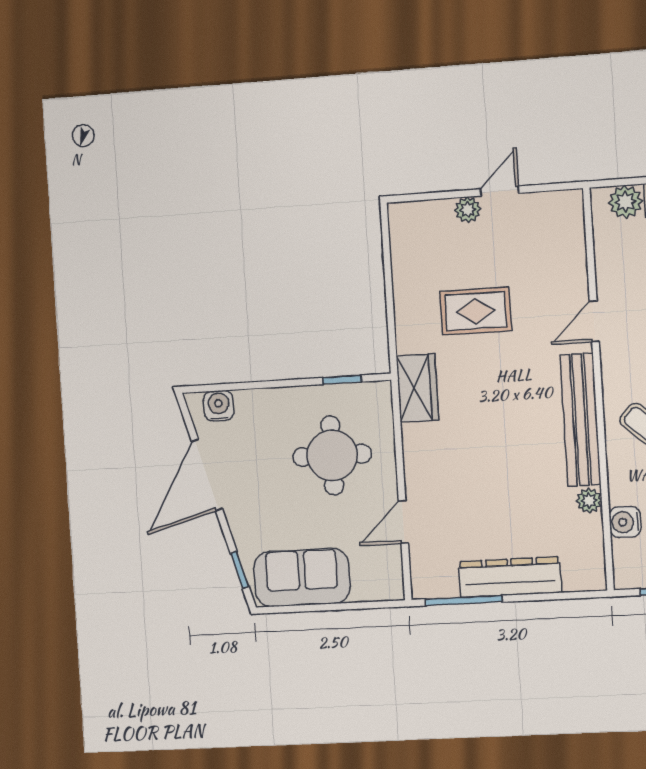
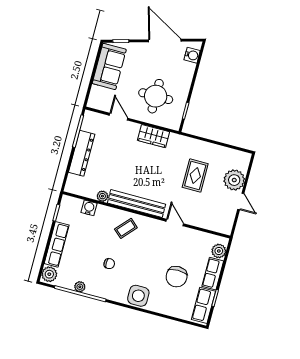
plant: (468, 210) -> (234, 180), width x1.88, depth x1.88
wardrobe: (417, 388) -> (153, 136), moved

